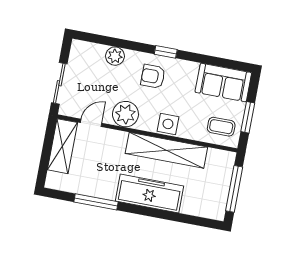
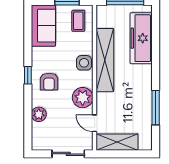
freezer: (149, 193) -> (141, 38), moved

